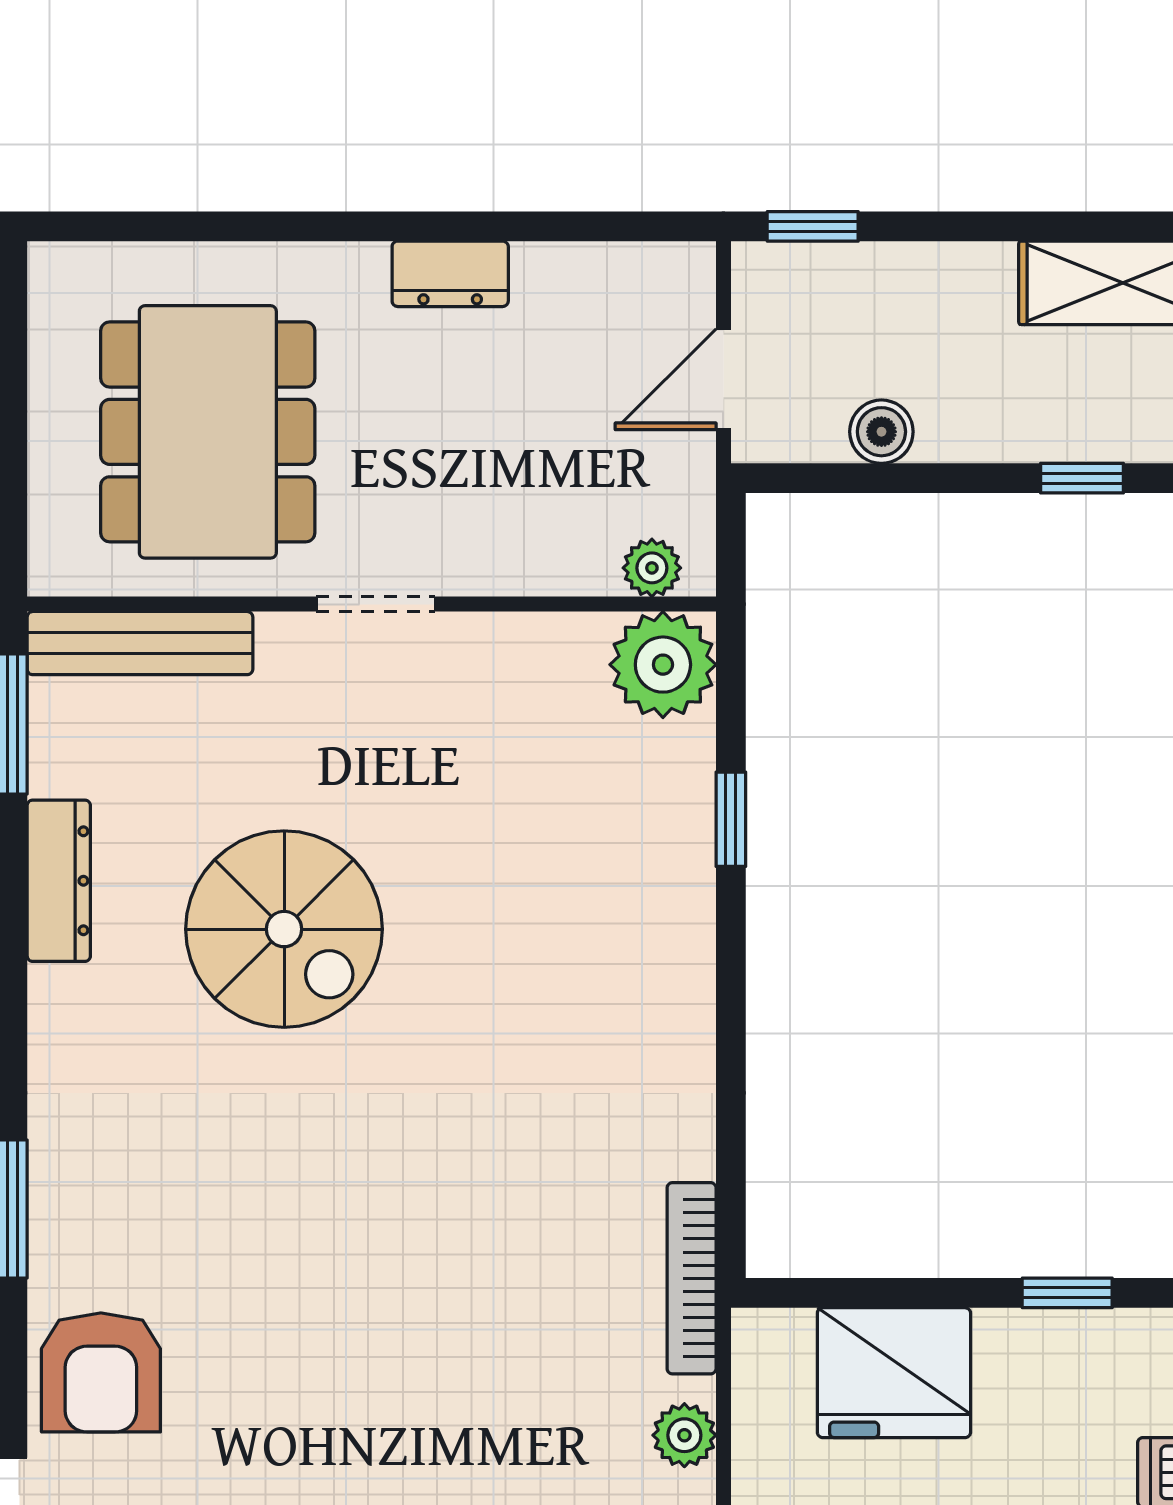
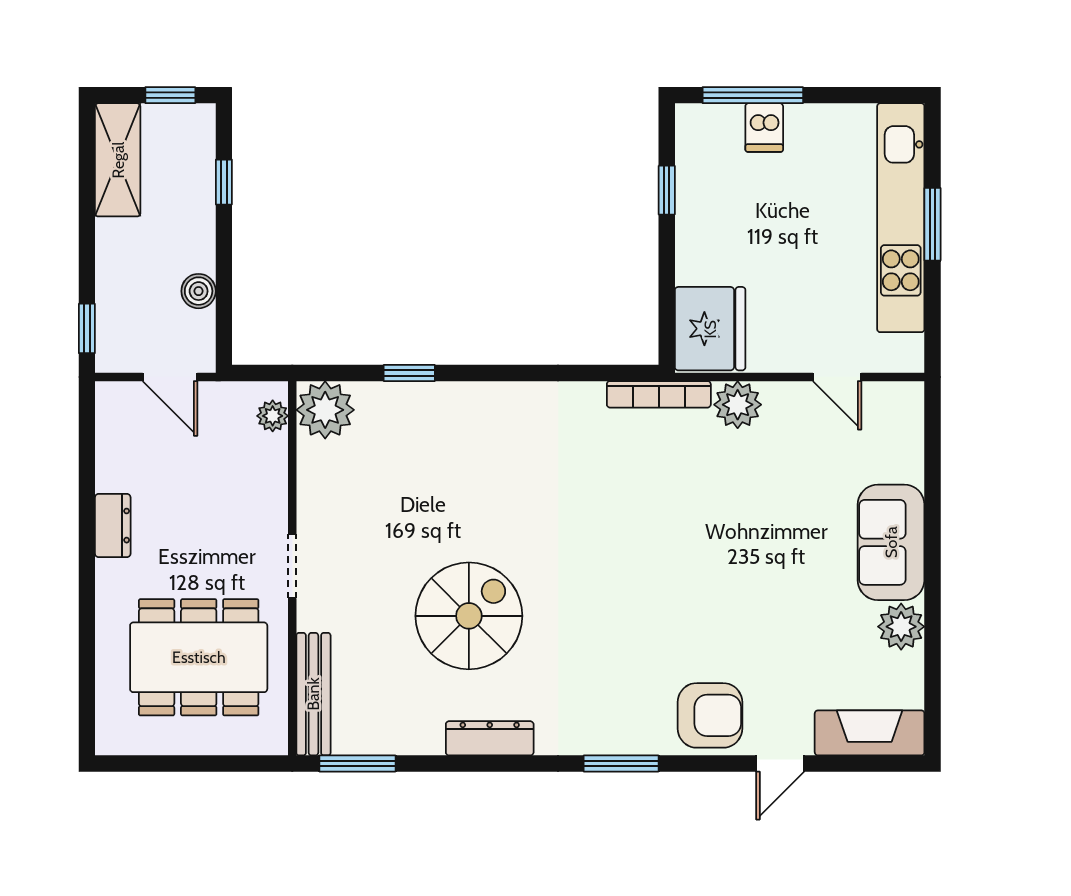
dresser: (59, 881) -> (490, 738), moved
fridge: (894, 1373) -> (710, 329), moved
plant: (684, 1435) -> (738, 405), width x1.38, depth x1.38

